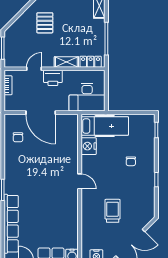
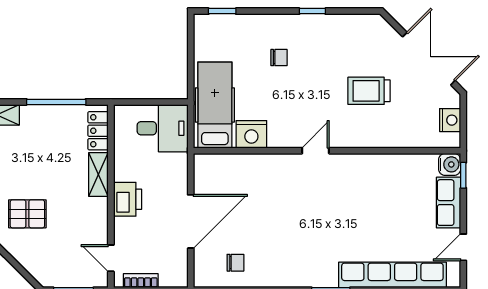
door: (34, 69) -> (111, 258), moved
desk: (87, 97) -> (163, 128), width x0.73

